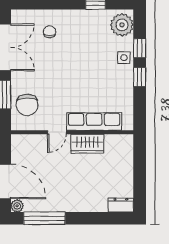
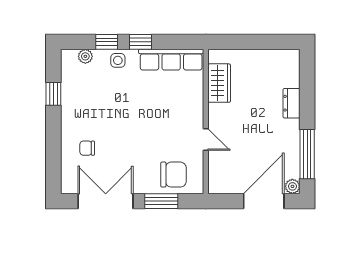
plant: (122, 25) -> (85, 56), width x0.53, depth x0.53
row of seats: (94, 122) -> (171, 60), moved, turned -90
wardrobe: (87, 144) -> (219, 83), moved
dresser: (121, 205) -> (292, 103), moved

